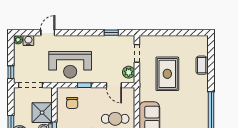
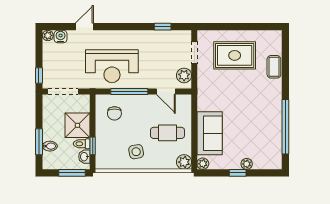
rug: (167, 74) -> (235, 55), moved, turned 90
window: (84, 85) -> (129, 91), width x2.17

